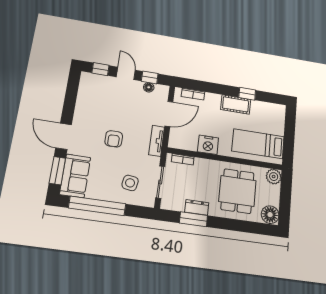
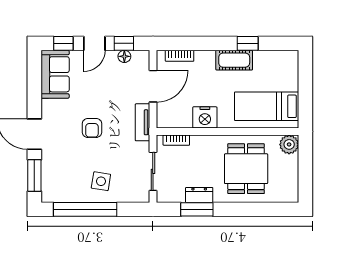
door: (126, 73) -> (94, 43), swing flipped
sofa: (75, 176) -> (55, 74), moved
side table: (130, 183) -> (101, 181), moved
floor lamp: (270, 215) -> (288, 191), removed

